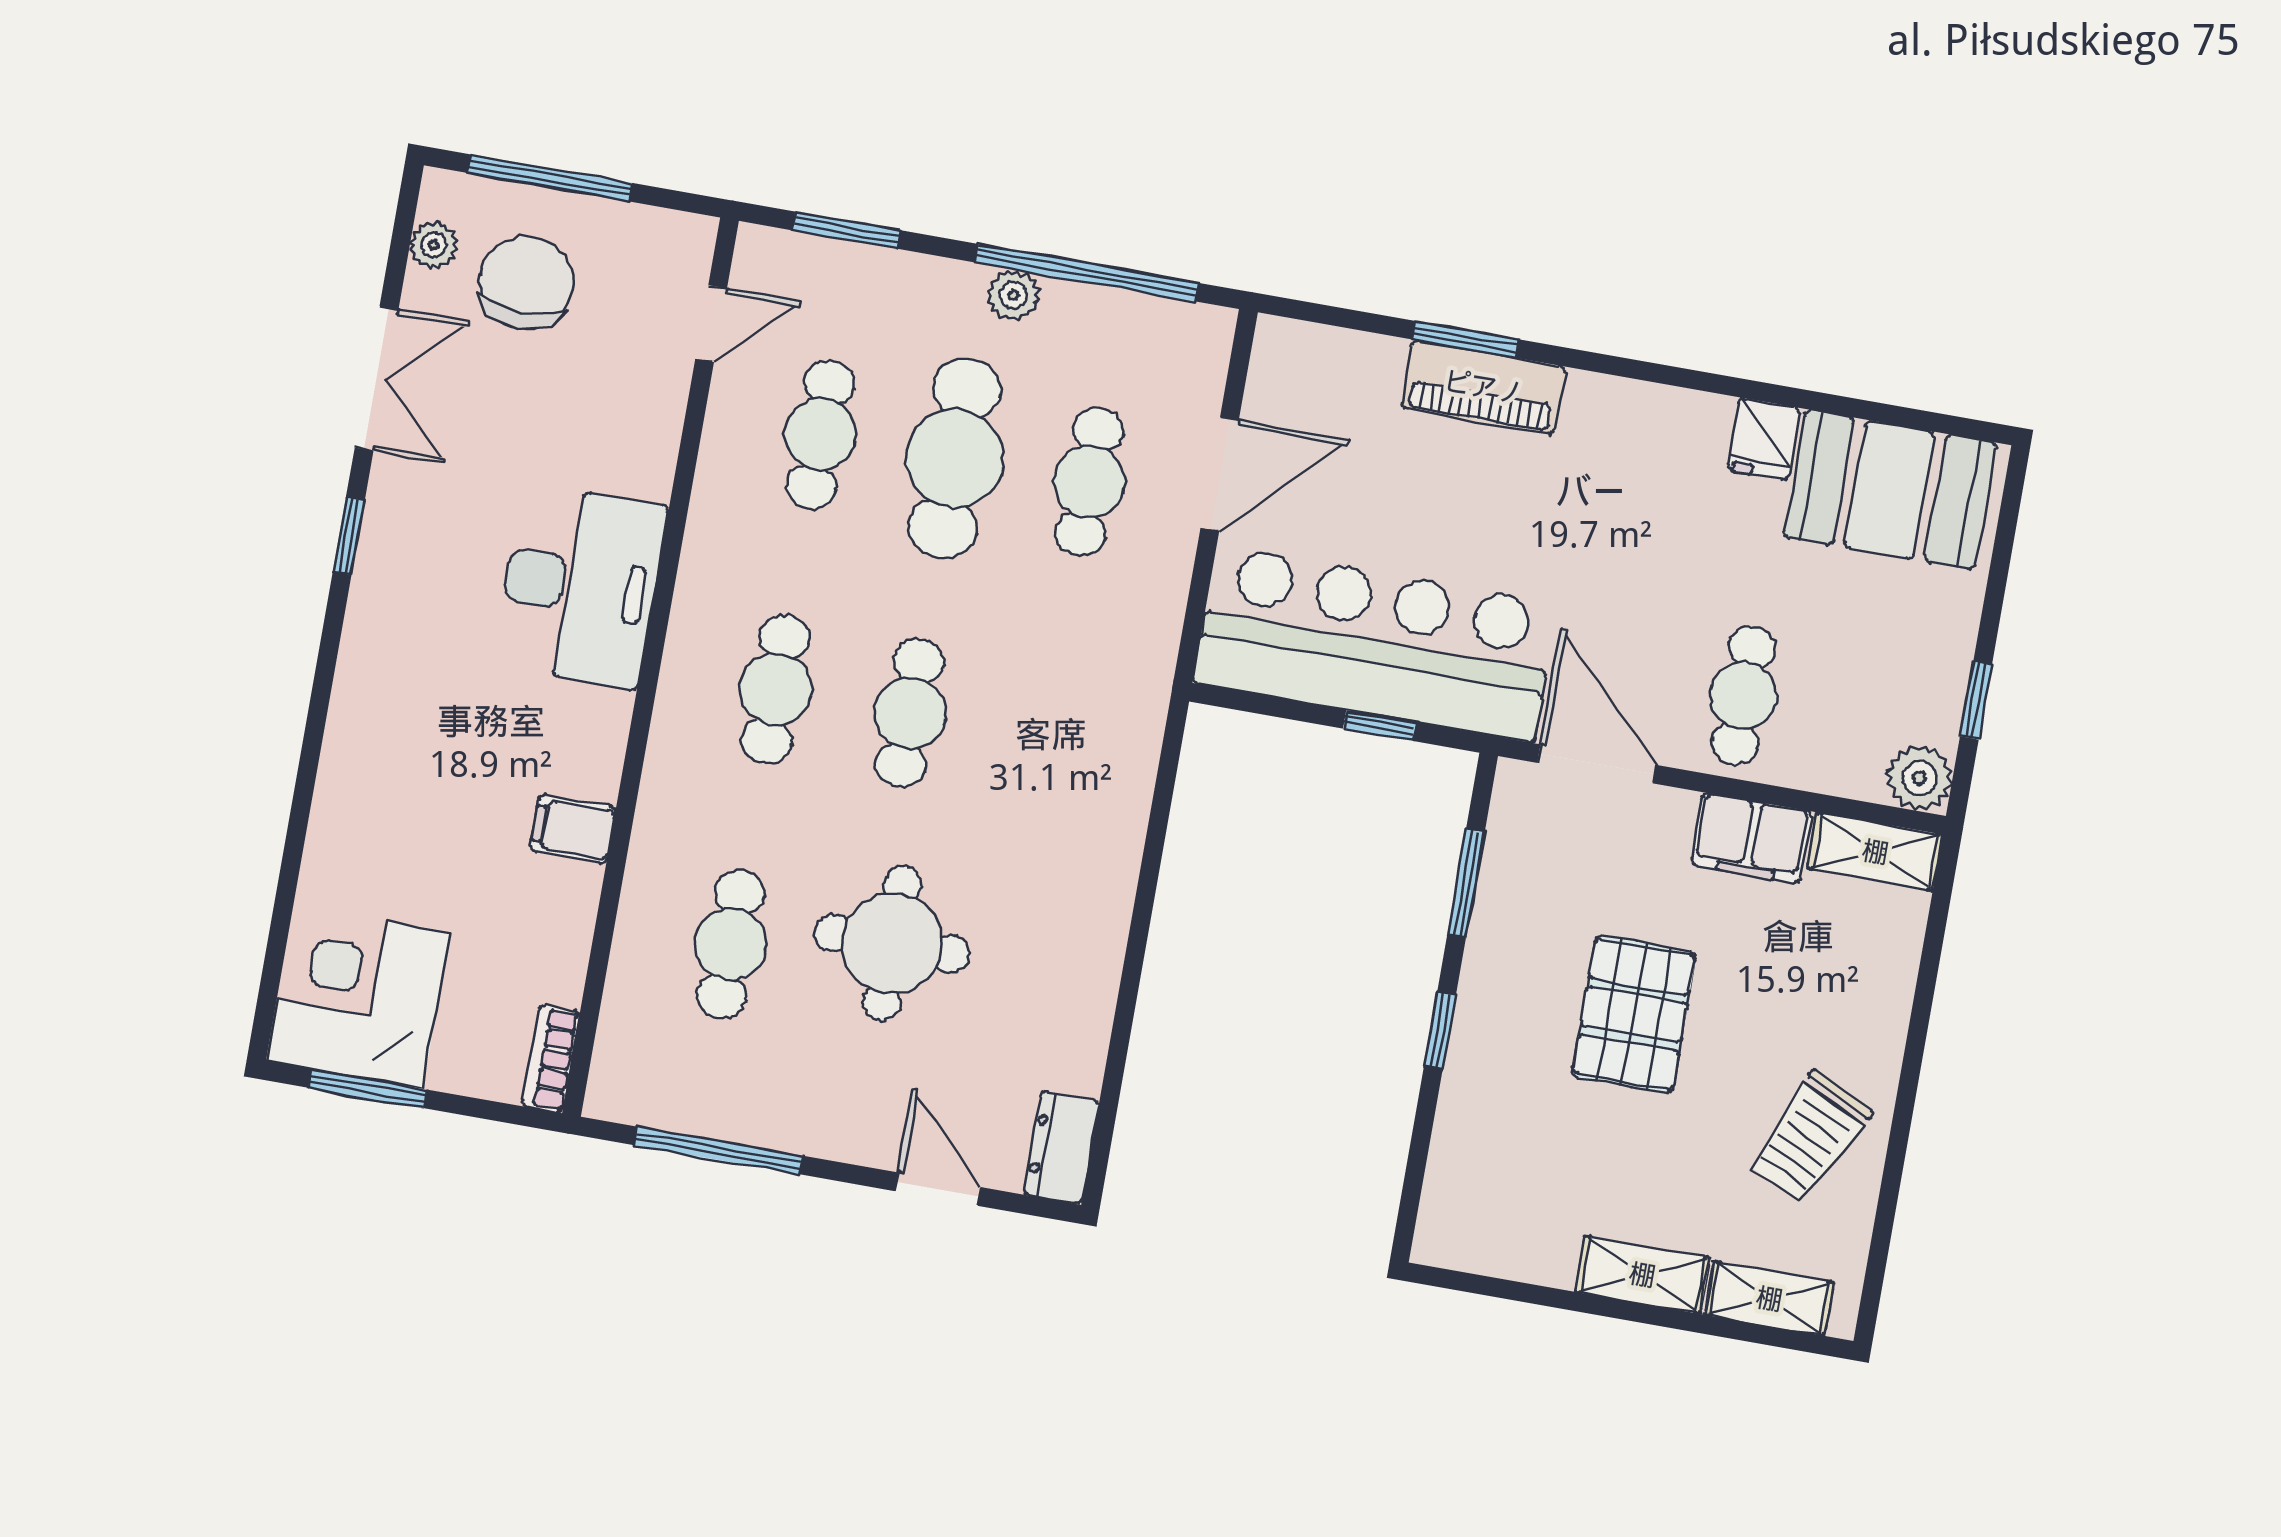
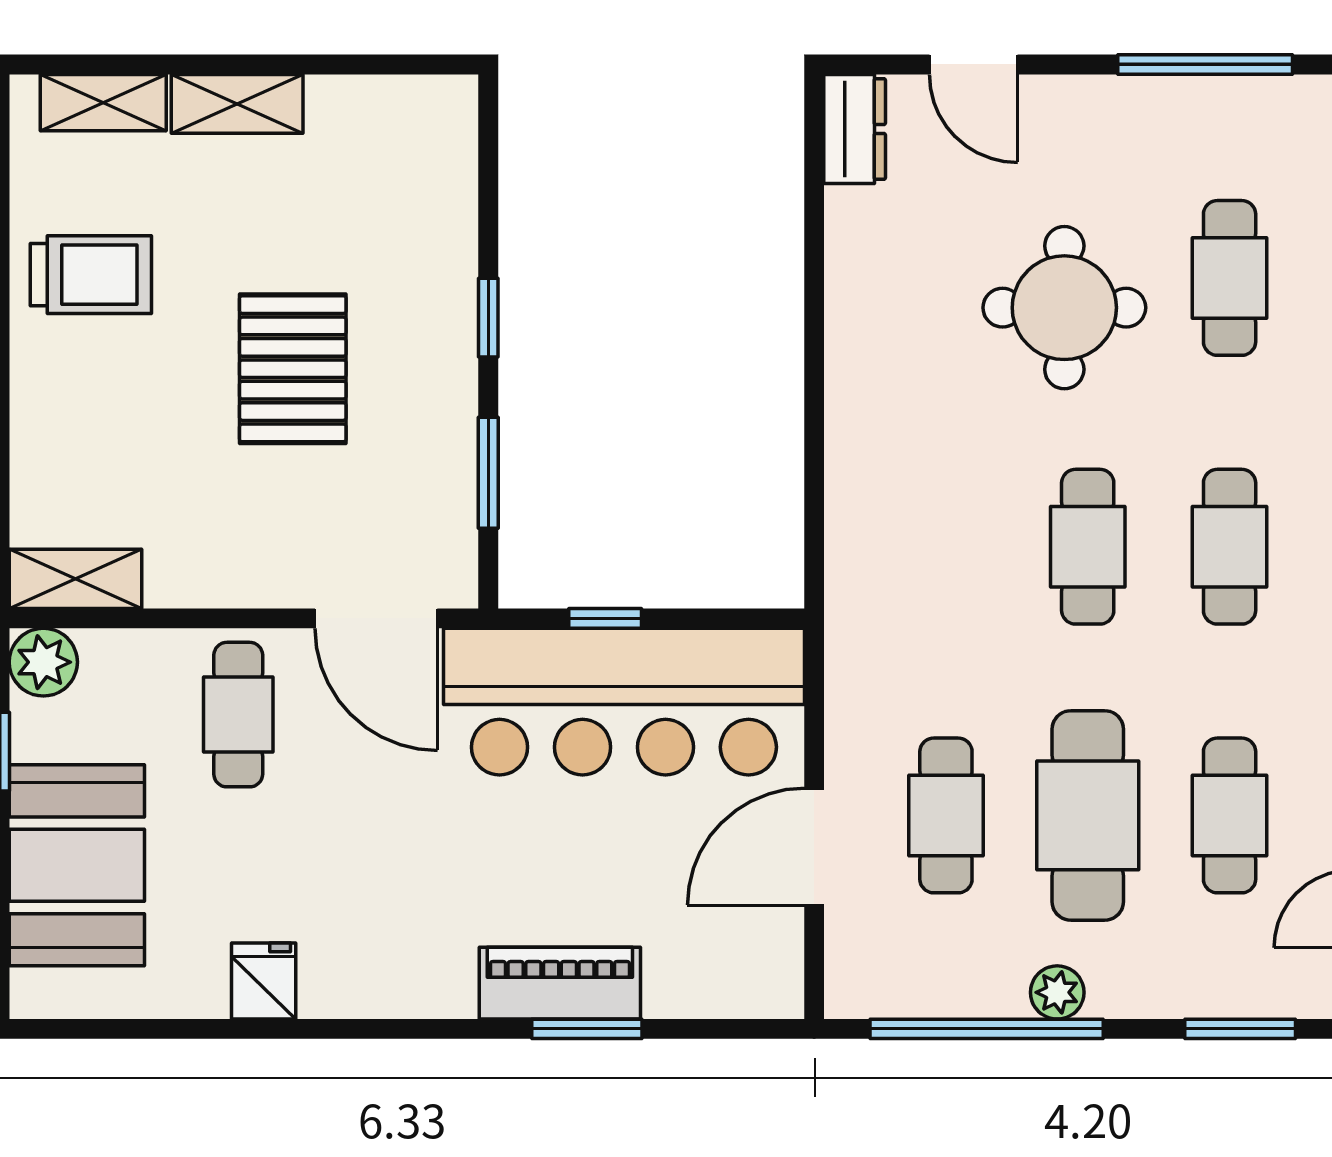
booth: (1890, 490) -> (77, 865), moved, turned 90
filing cabinet: (1751, 838) -> (205, 570), removed
trolley: (1810, 1137) -> (91, 275), turned 64

